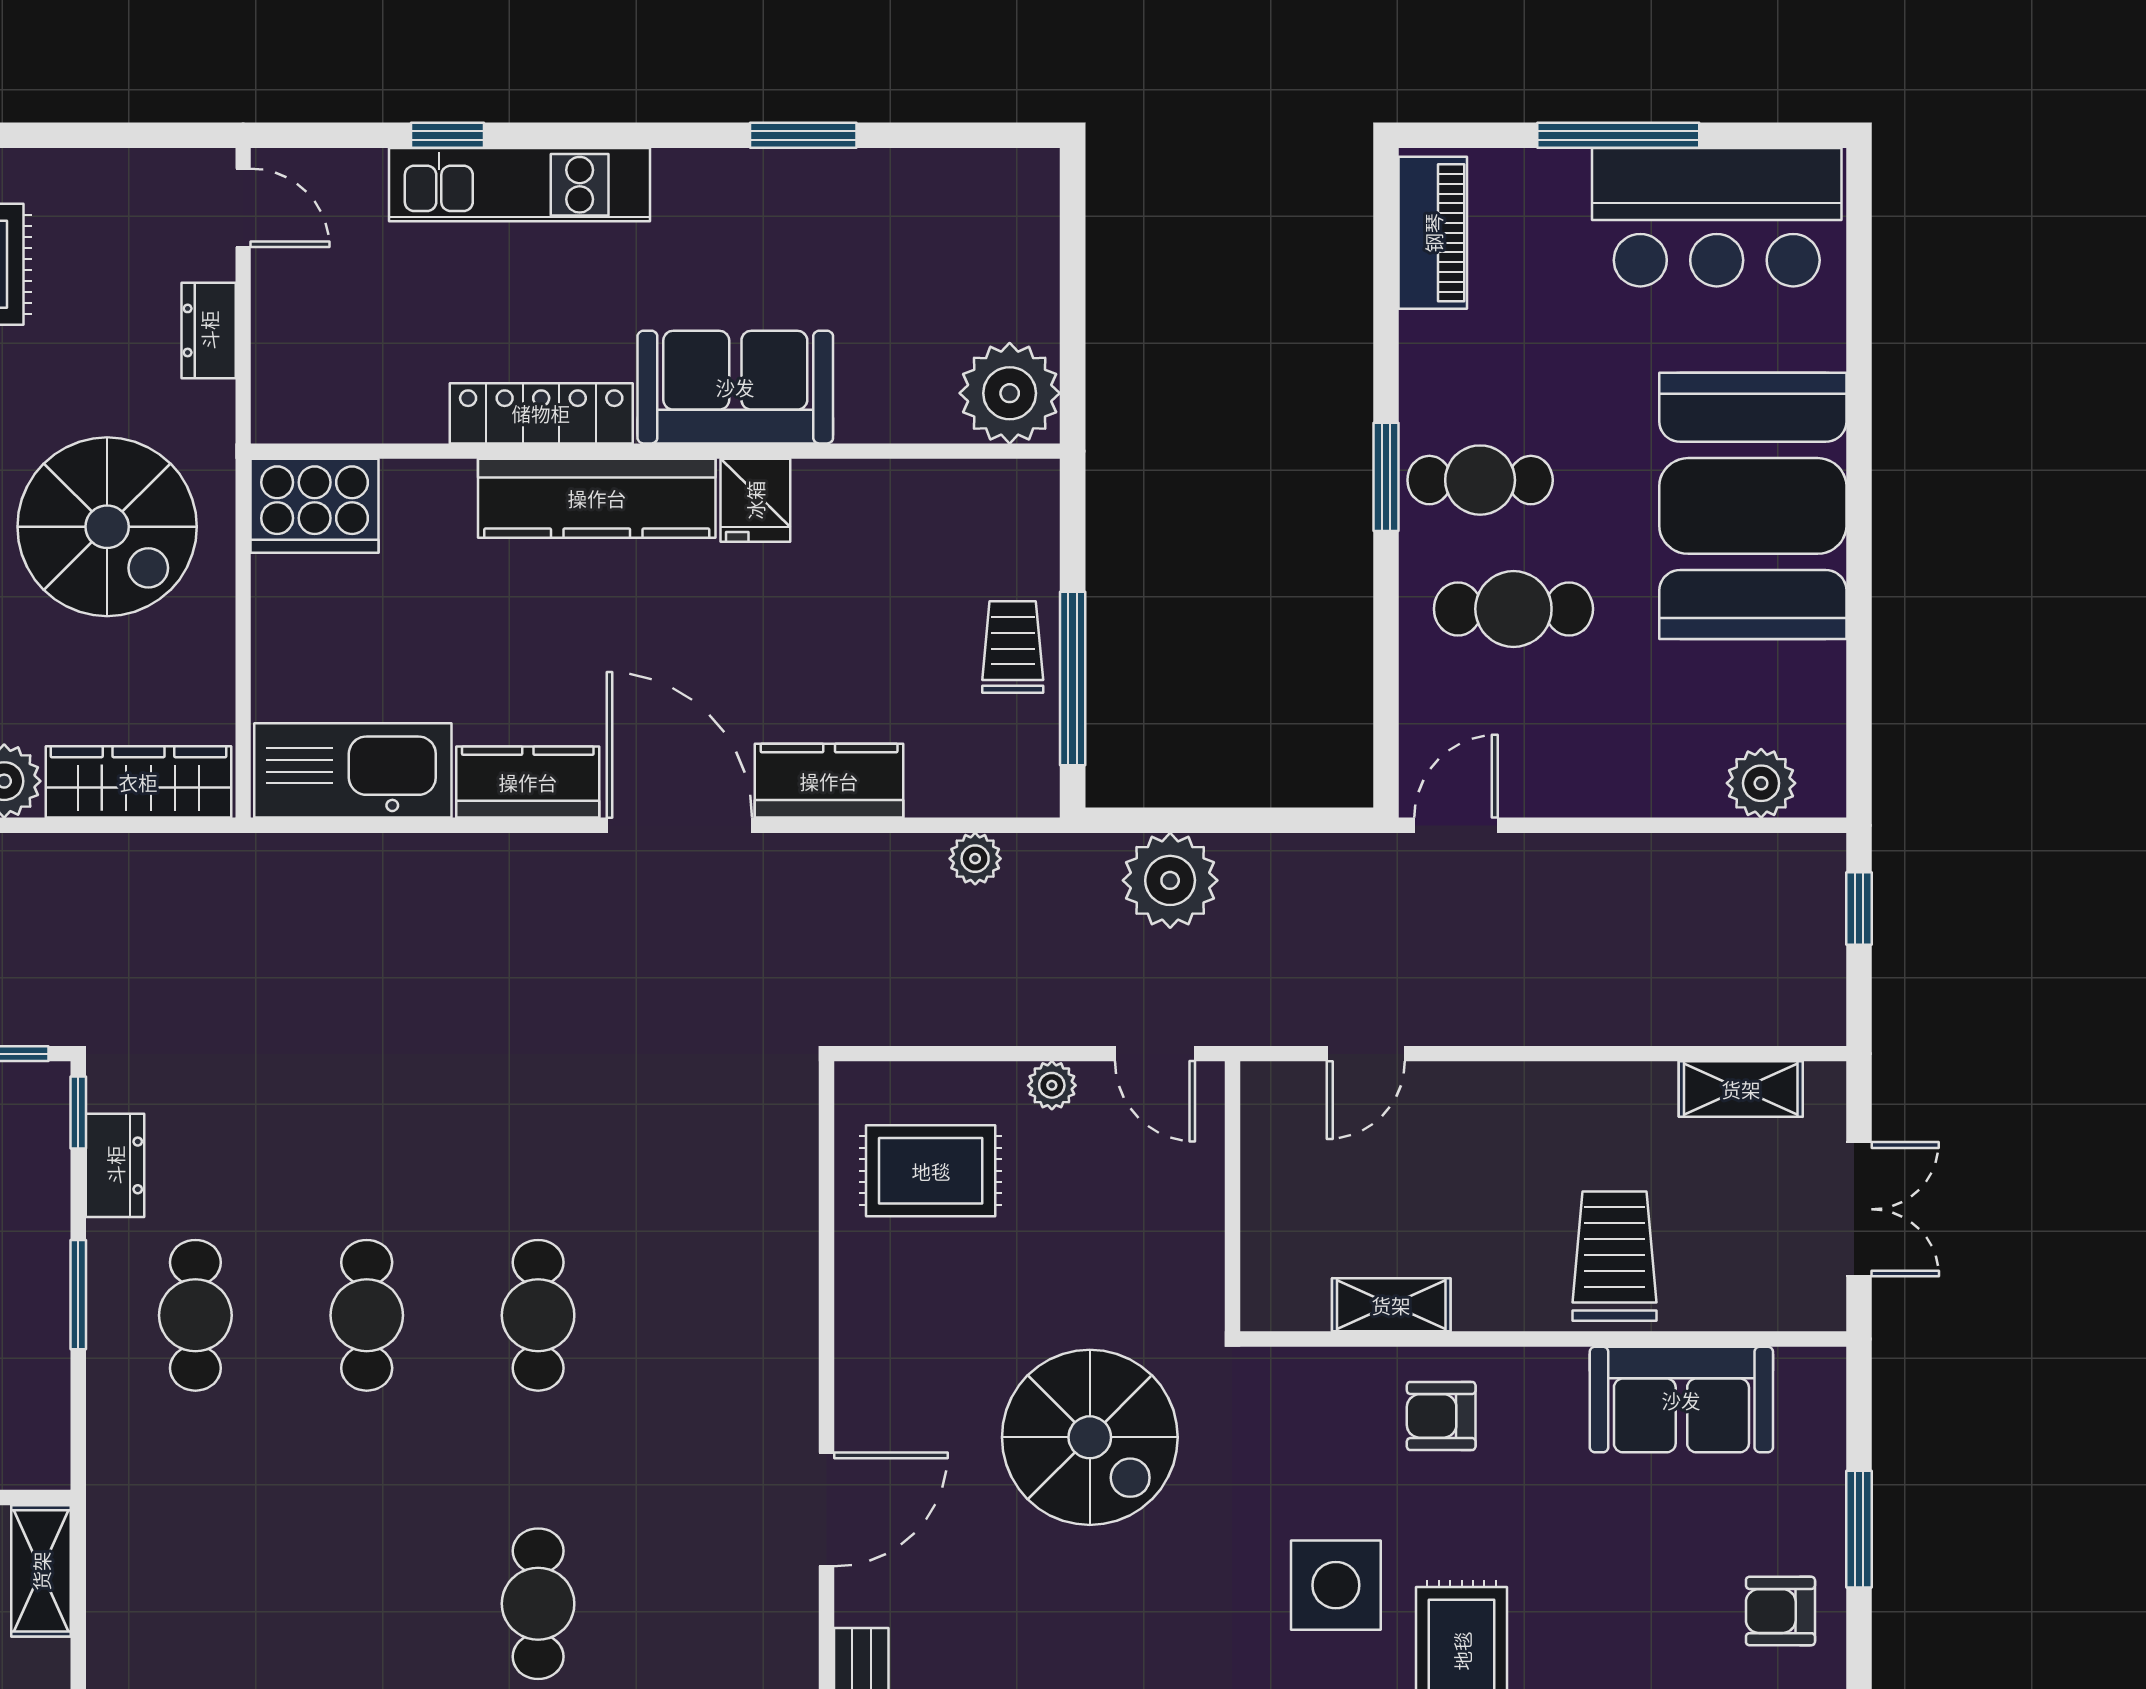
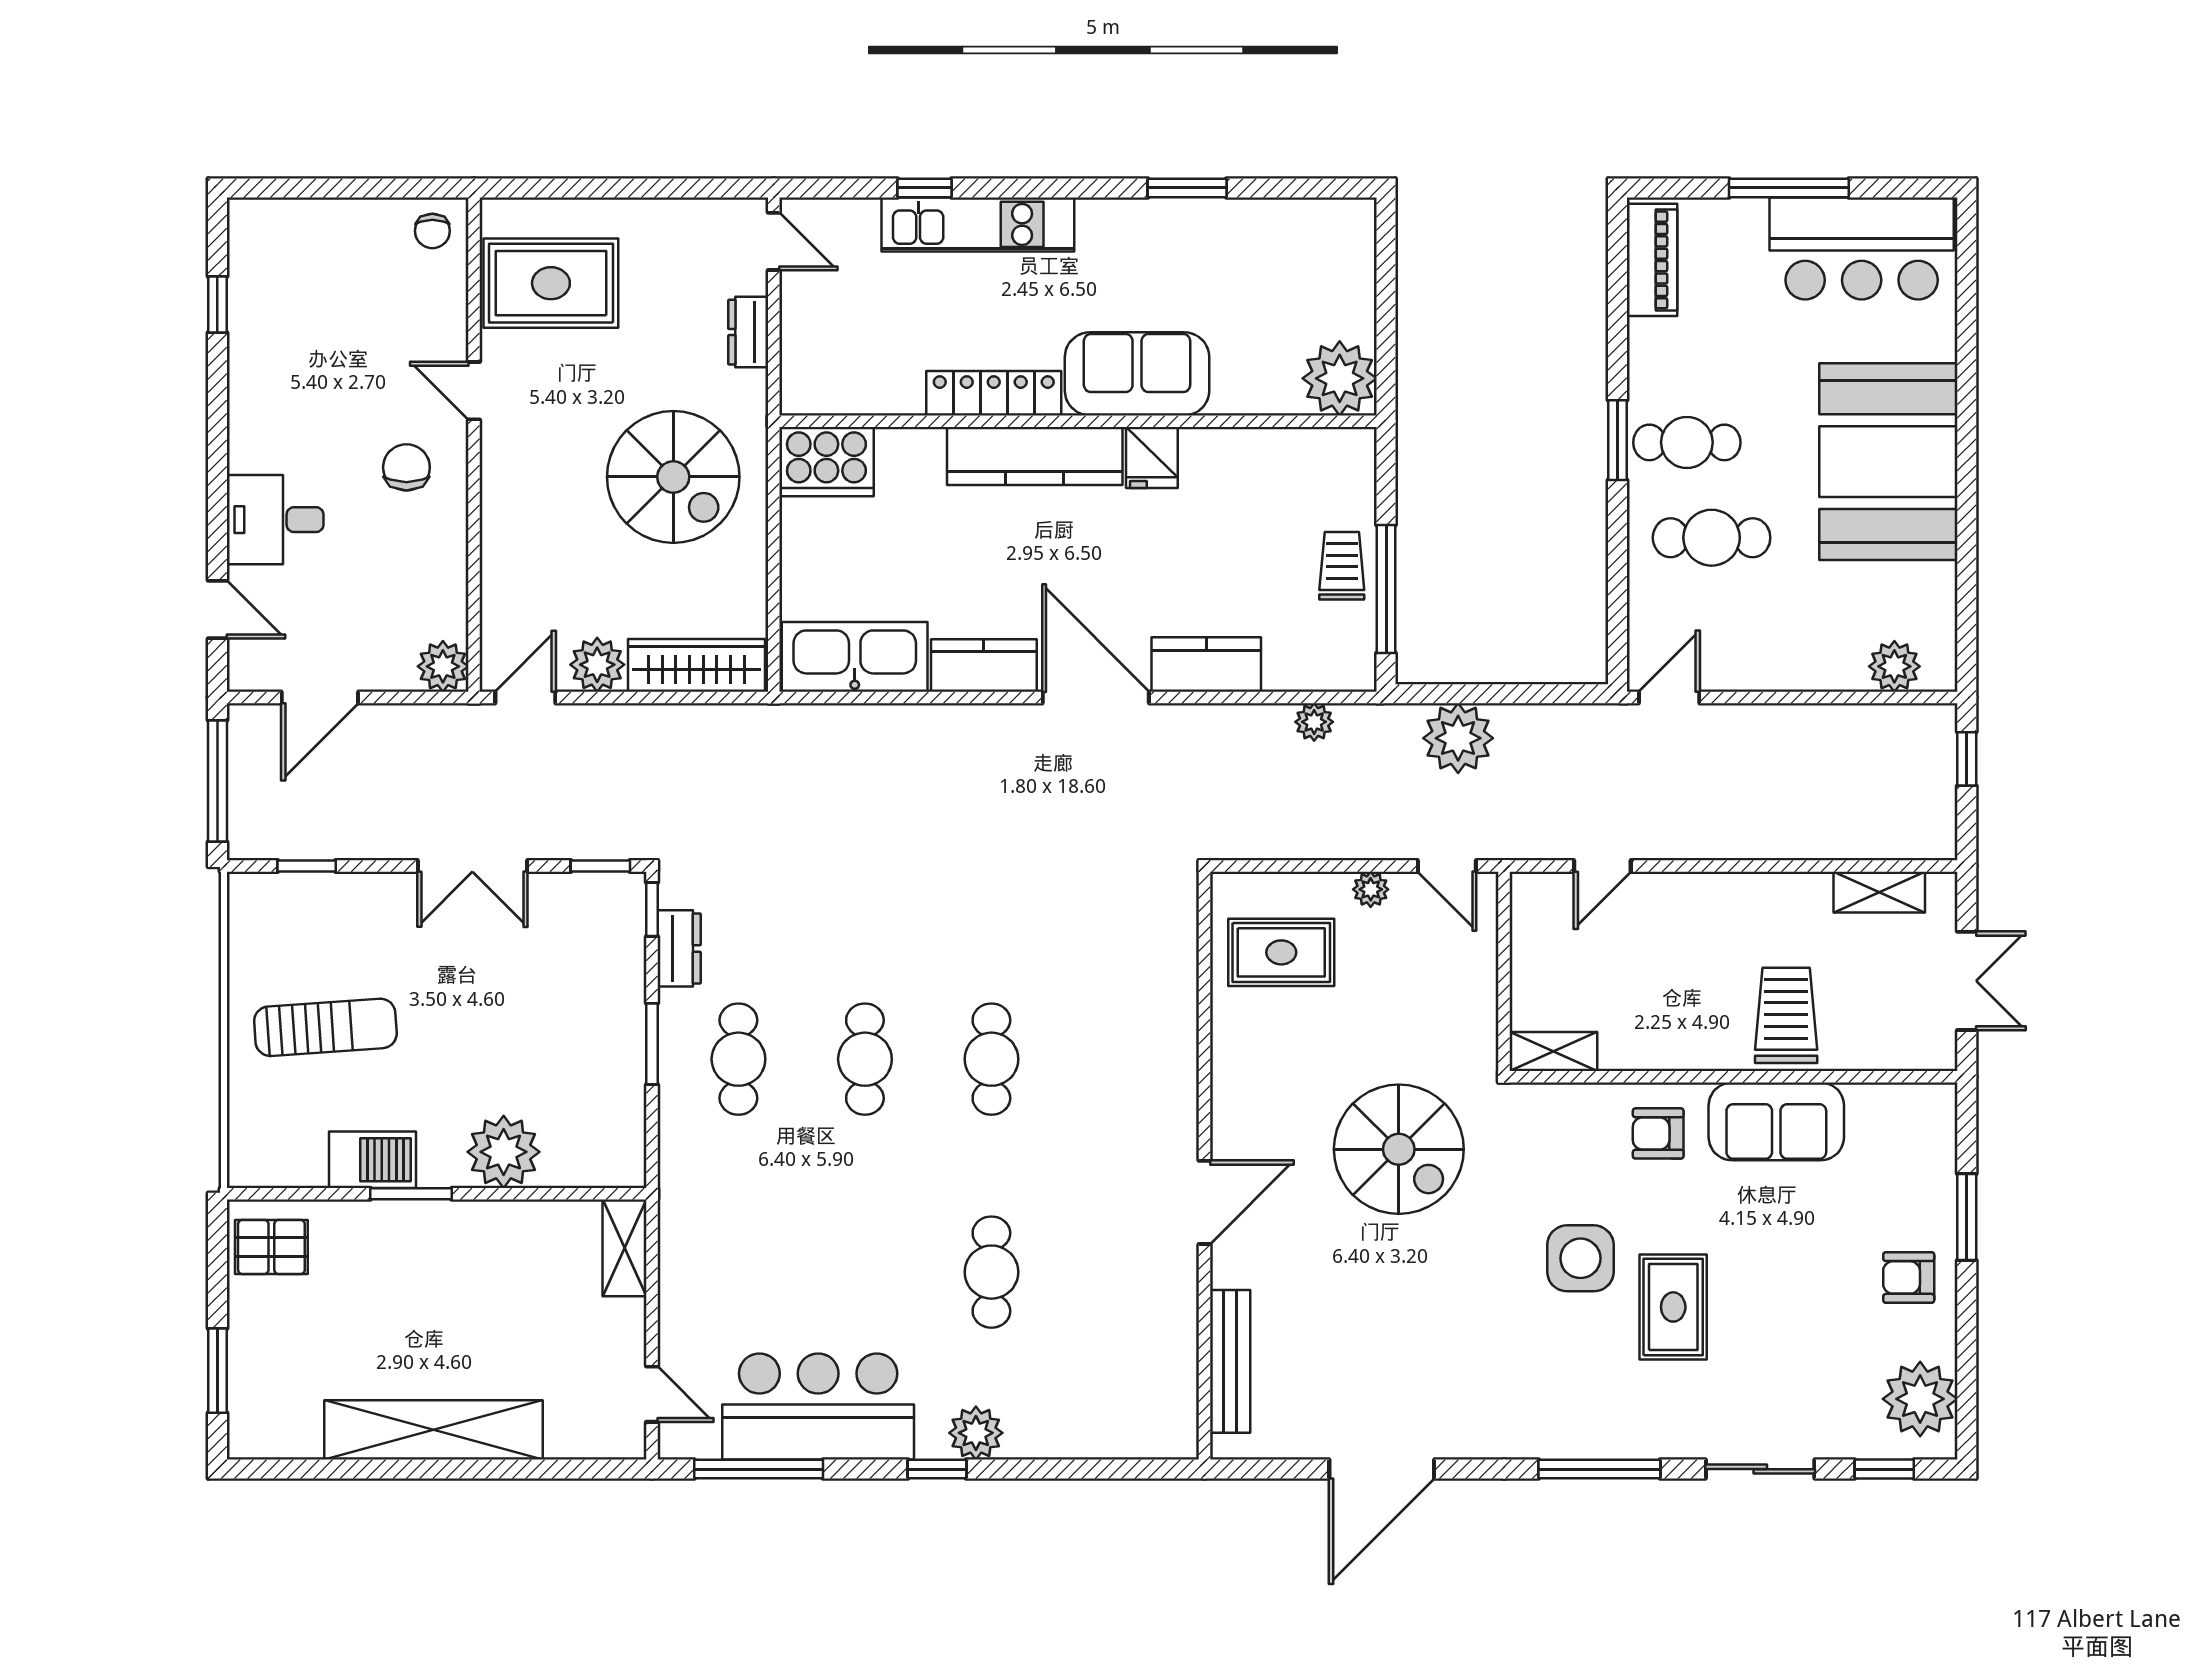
shelving: (1391, 1305) -> (1553, 1051), moved
sofa: (1681, 1400) -> (1776, 1121), moved

